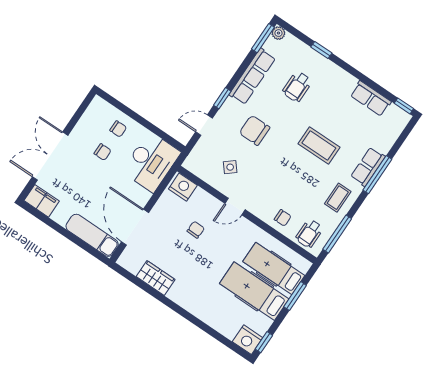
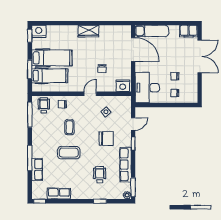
row of seats: (368, 167) -> (37, 169), moved
coffee table: (338, 198) -> (69, 127), moved
wardrobe: (156, 278) -> (89, 31), moved

